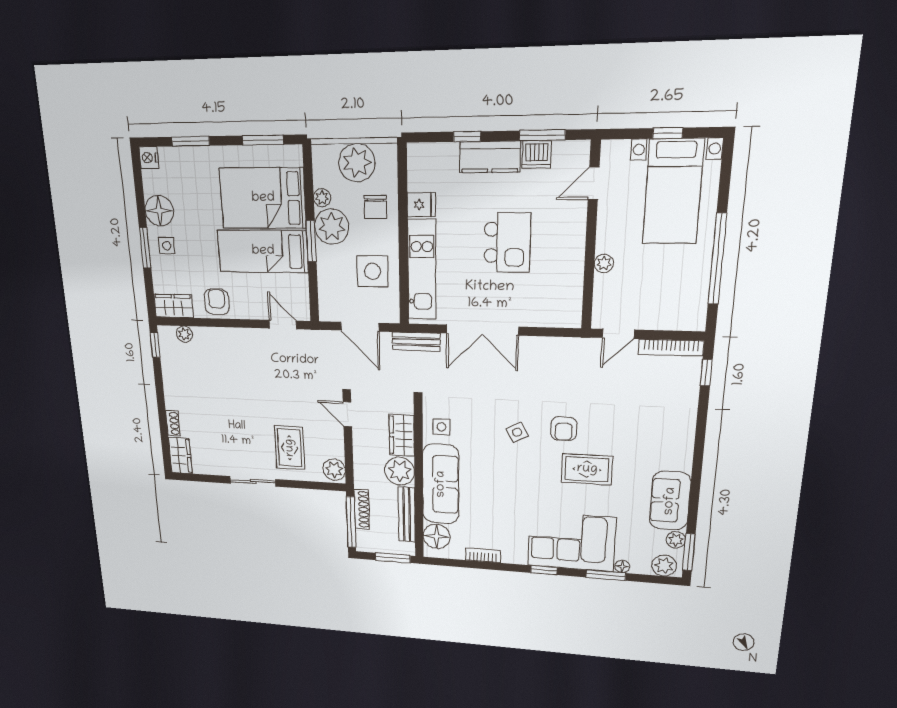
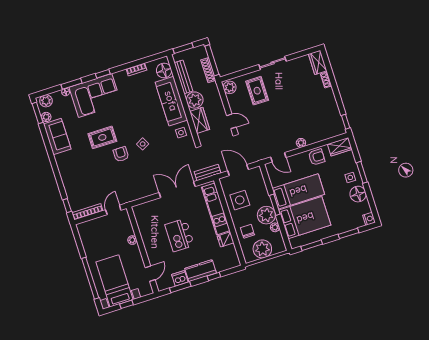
window: (717, 259) -> (90, 278), moved
armchair: (217, 302) -> (317, 157), turned -90
plant: (184, 334) -> (301, 143), moved

